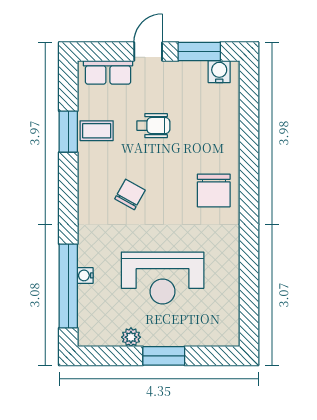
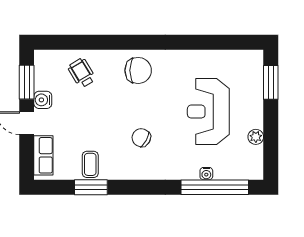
water cooler: (219, 72) -> (43, 100), moved
wheelchair: (153, 126) -> (82, 73), moved, turned -31
reception desk: (163, 278) -> (208, 112), turned 180
window: (164, 356) -> (271, 82), moved

